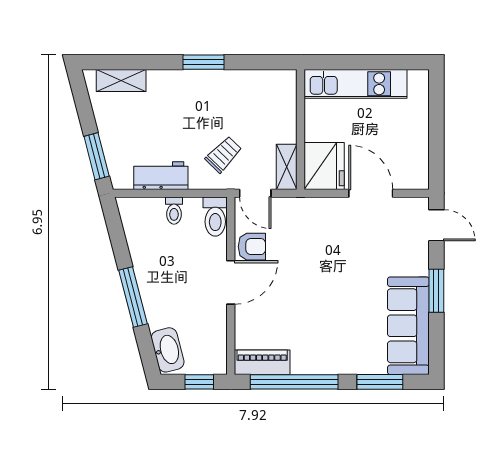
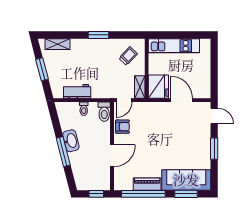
trolley: (223, 154) -> (128, 56), moved
window: (97, 156) -> (42, 69), moved
door: (255, 193) -> (124, 100), hinge flipped
door: (231, 282) -> (112, 156), moved
sofa: (408, 326) -> (186, 180), moved, turned 90
washbasin: (168, 350) -> (71, 141), moved
piano: (262, 362) -> (147, 184), moved

